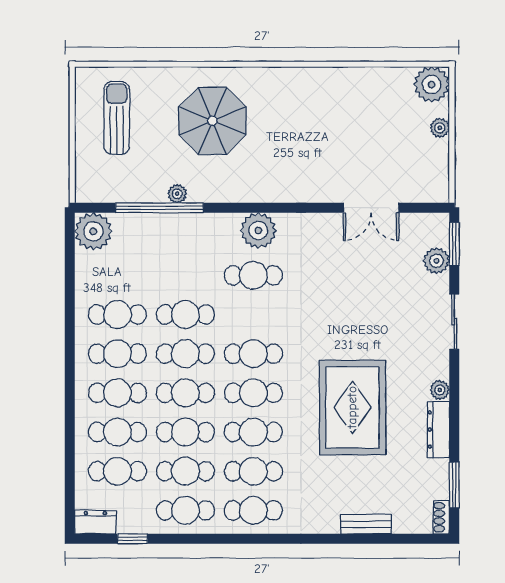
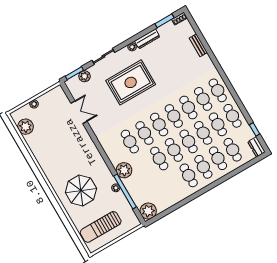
plant: (432, 84) -> (26, 127), moved
sun lounger: (117, 118) -> (101, 227), width x1.36, depth x1.34
plant: (258, 231) -> (124, 170), moved
cafe table: (117, 315) -> (144, 133), moved
rug: (352, 407) -> (131, 82), moved

